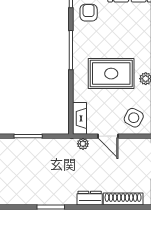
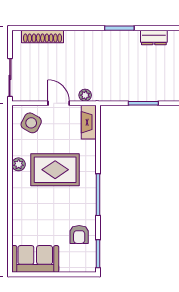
dresser: (90, 198) -> (154, 37), moved

